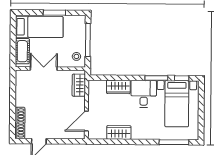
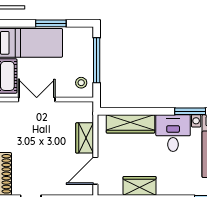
wardrobe: (79, 85) -> (85, 138), moved
wardrobe: (118, 87) -> (130, 124), width x1.50

